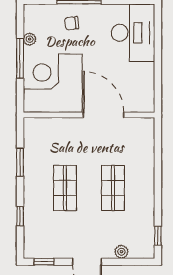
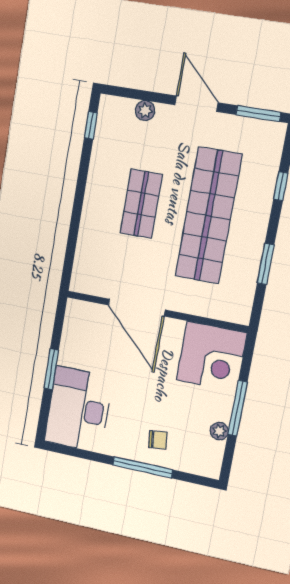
window: (158, 58) -> (51, 369), added
corner desk: (53, 83) -> (212, 357), width x0.74, depth x0.74
shop shelf: (65, 188) -> (208, 216), width x2.00, depth x1.36
window: (44, 262) -> (258, 114), width x1.50

